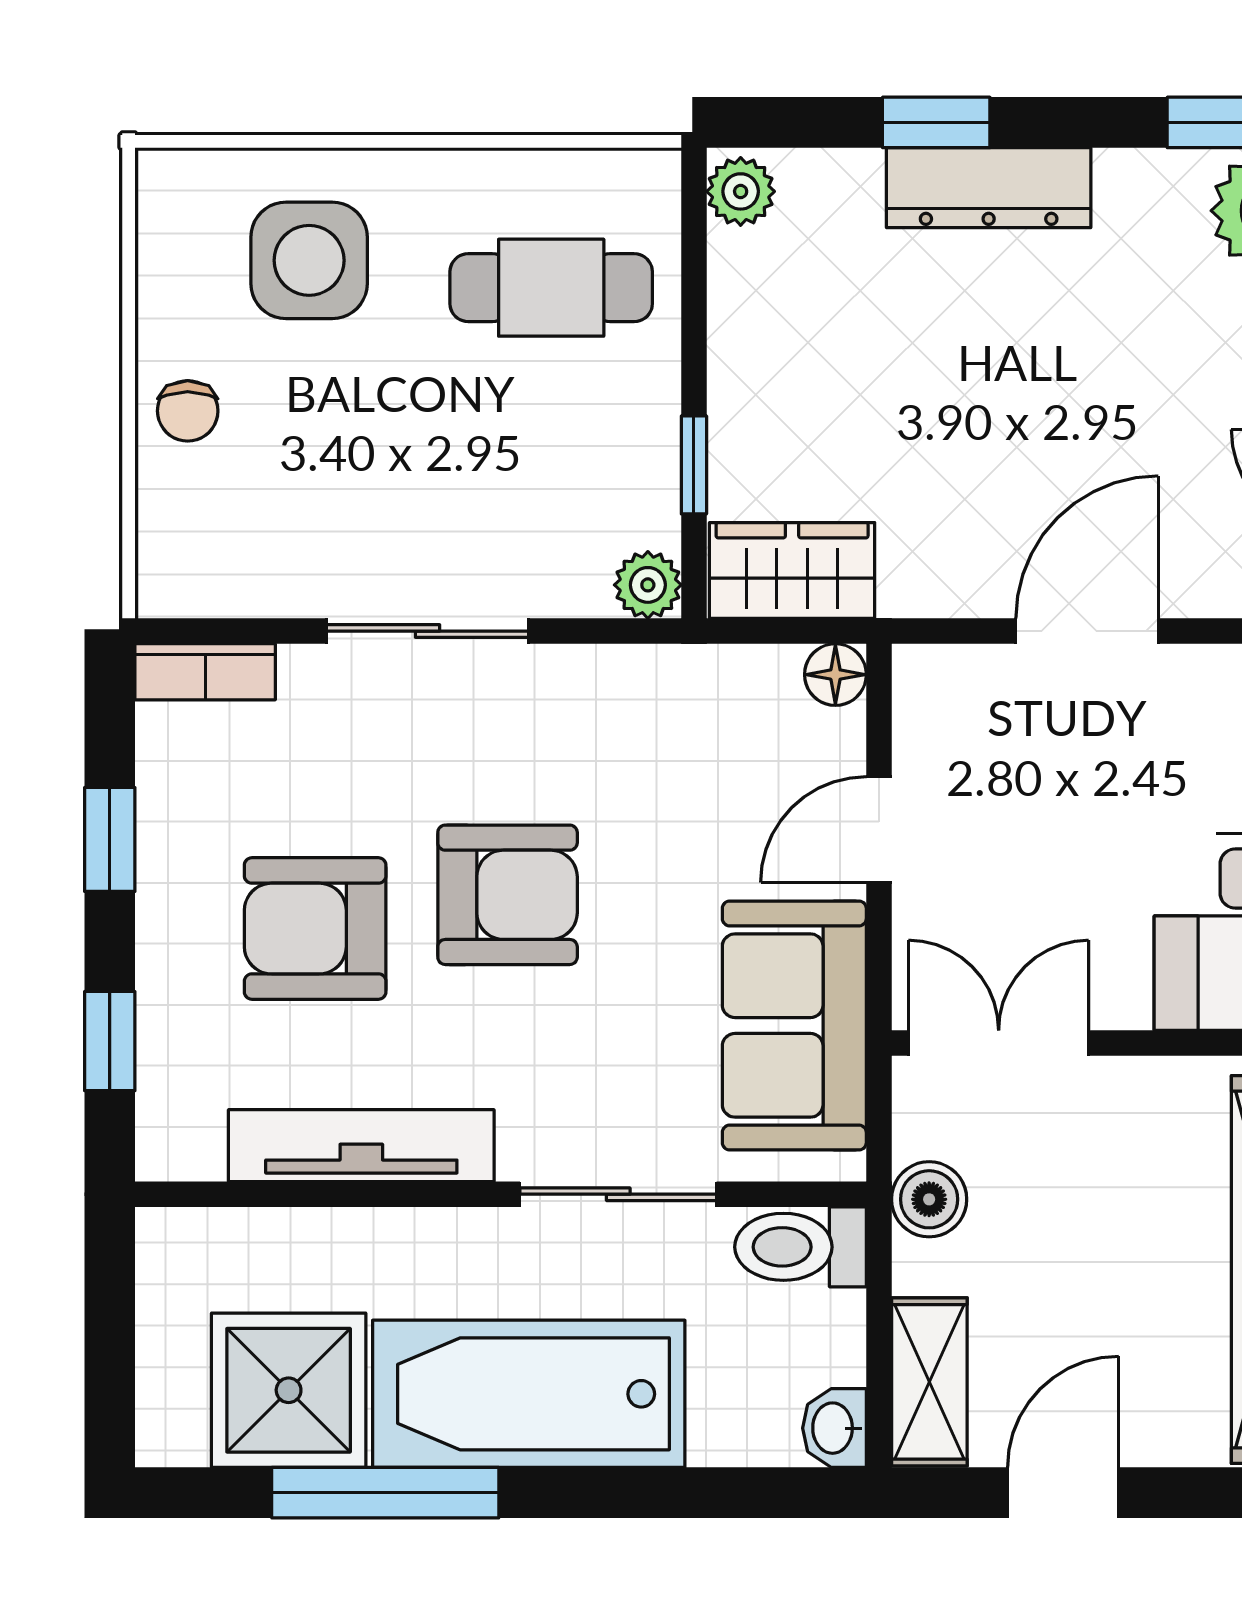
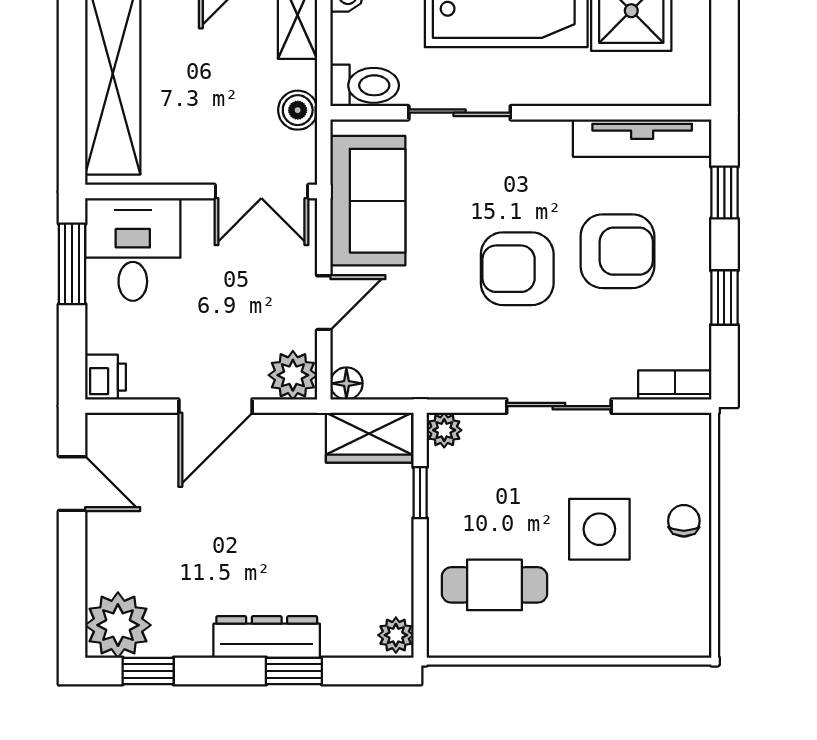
side table: (309, 260) -> (599, 529), moved
plant: (938, 690) -> (293, 375), added
tv unit: (361, 1146) -> (642, 138), moved

